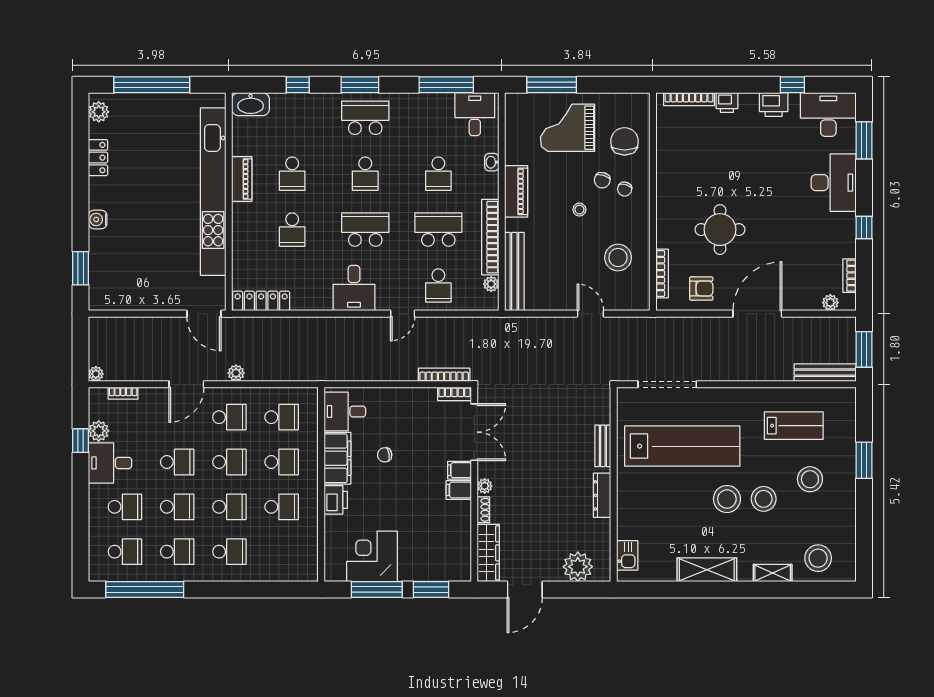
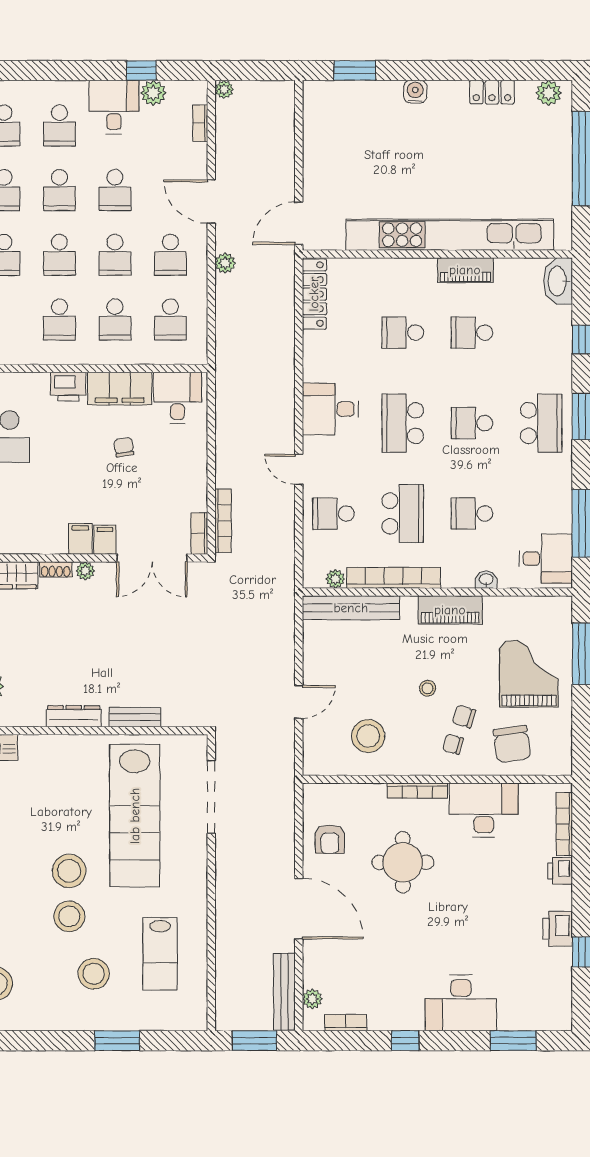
desk: (828, 115) -> (484, 810), moved, turned -90
chair: (625, 141) -> (512, 744), turned 82
school desk: (365, 230) -> (403, 423), turned 180
bookcase: (662, 273) -> (417, 791), moved
bench: (825, 373) -> (284, 992), moved

